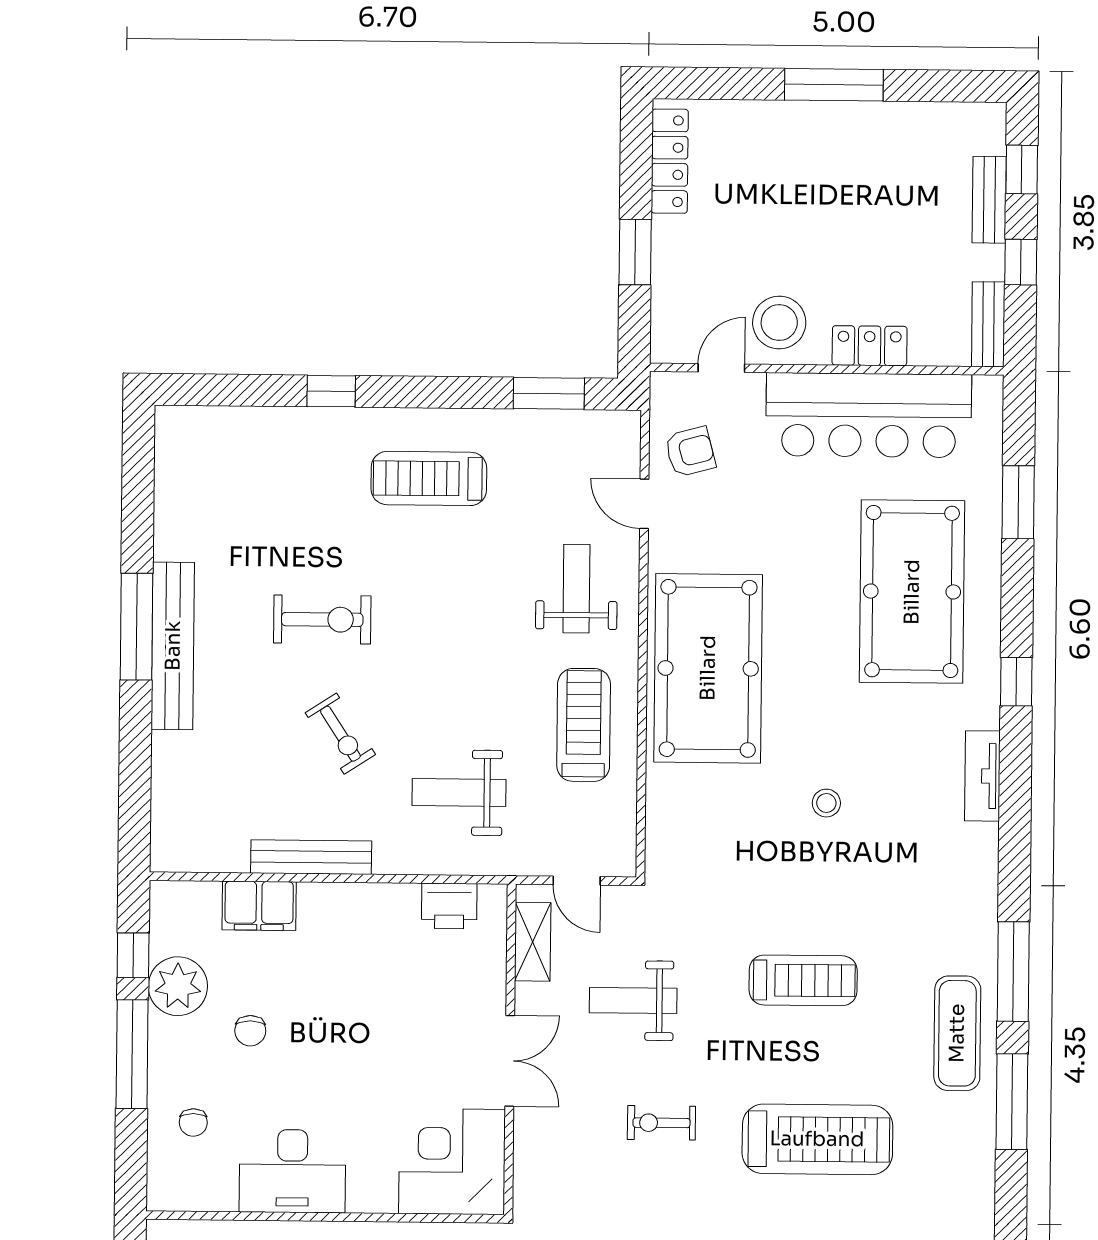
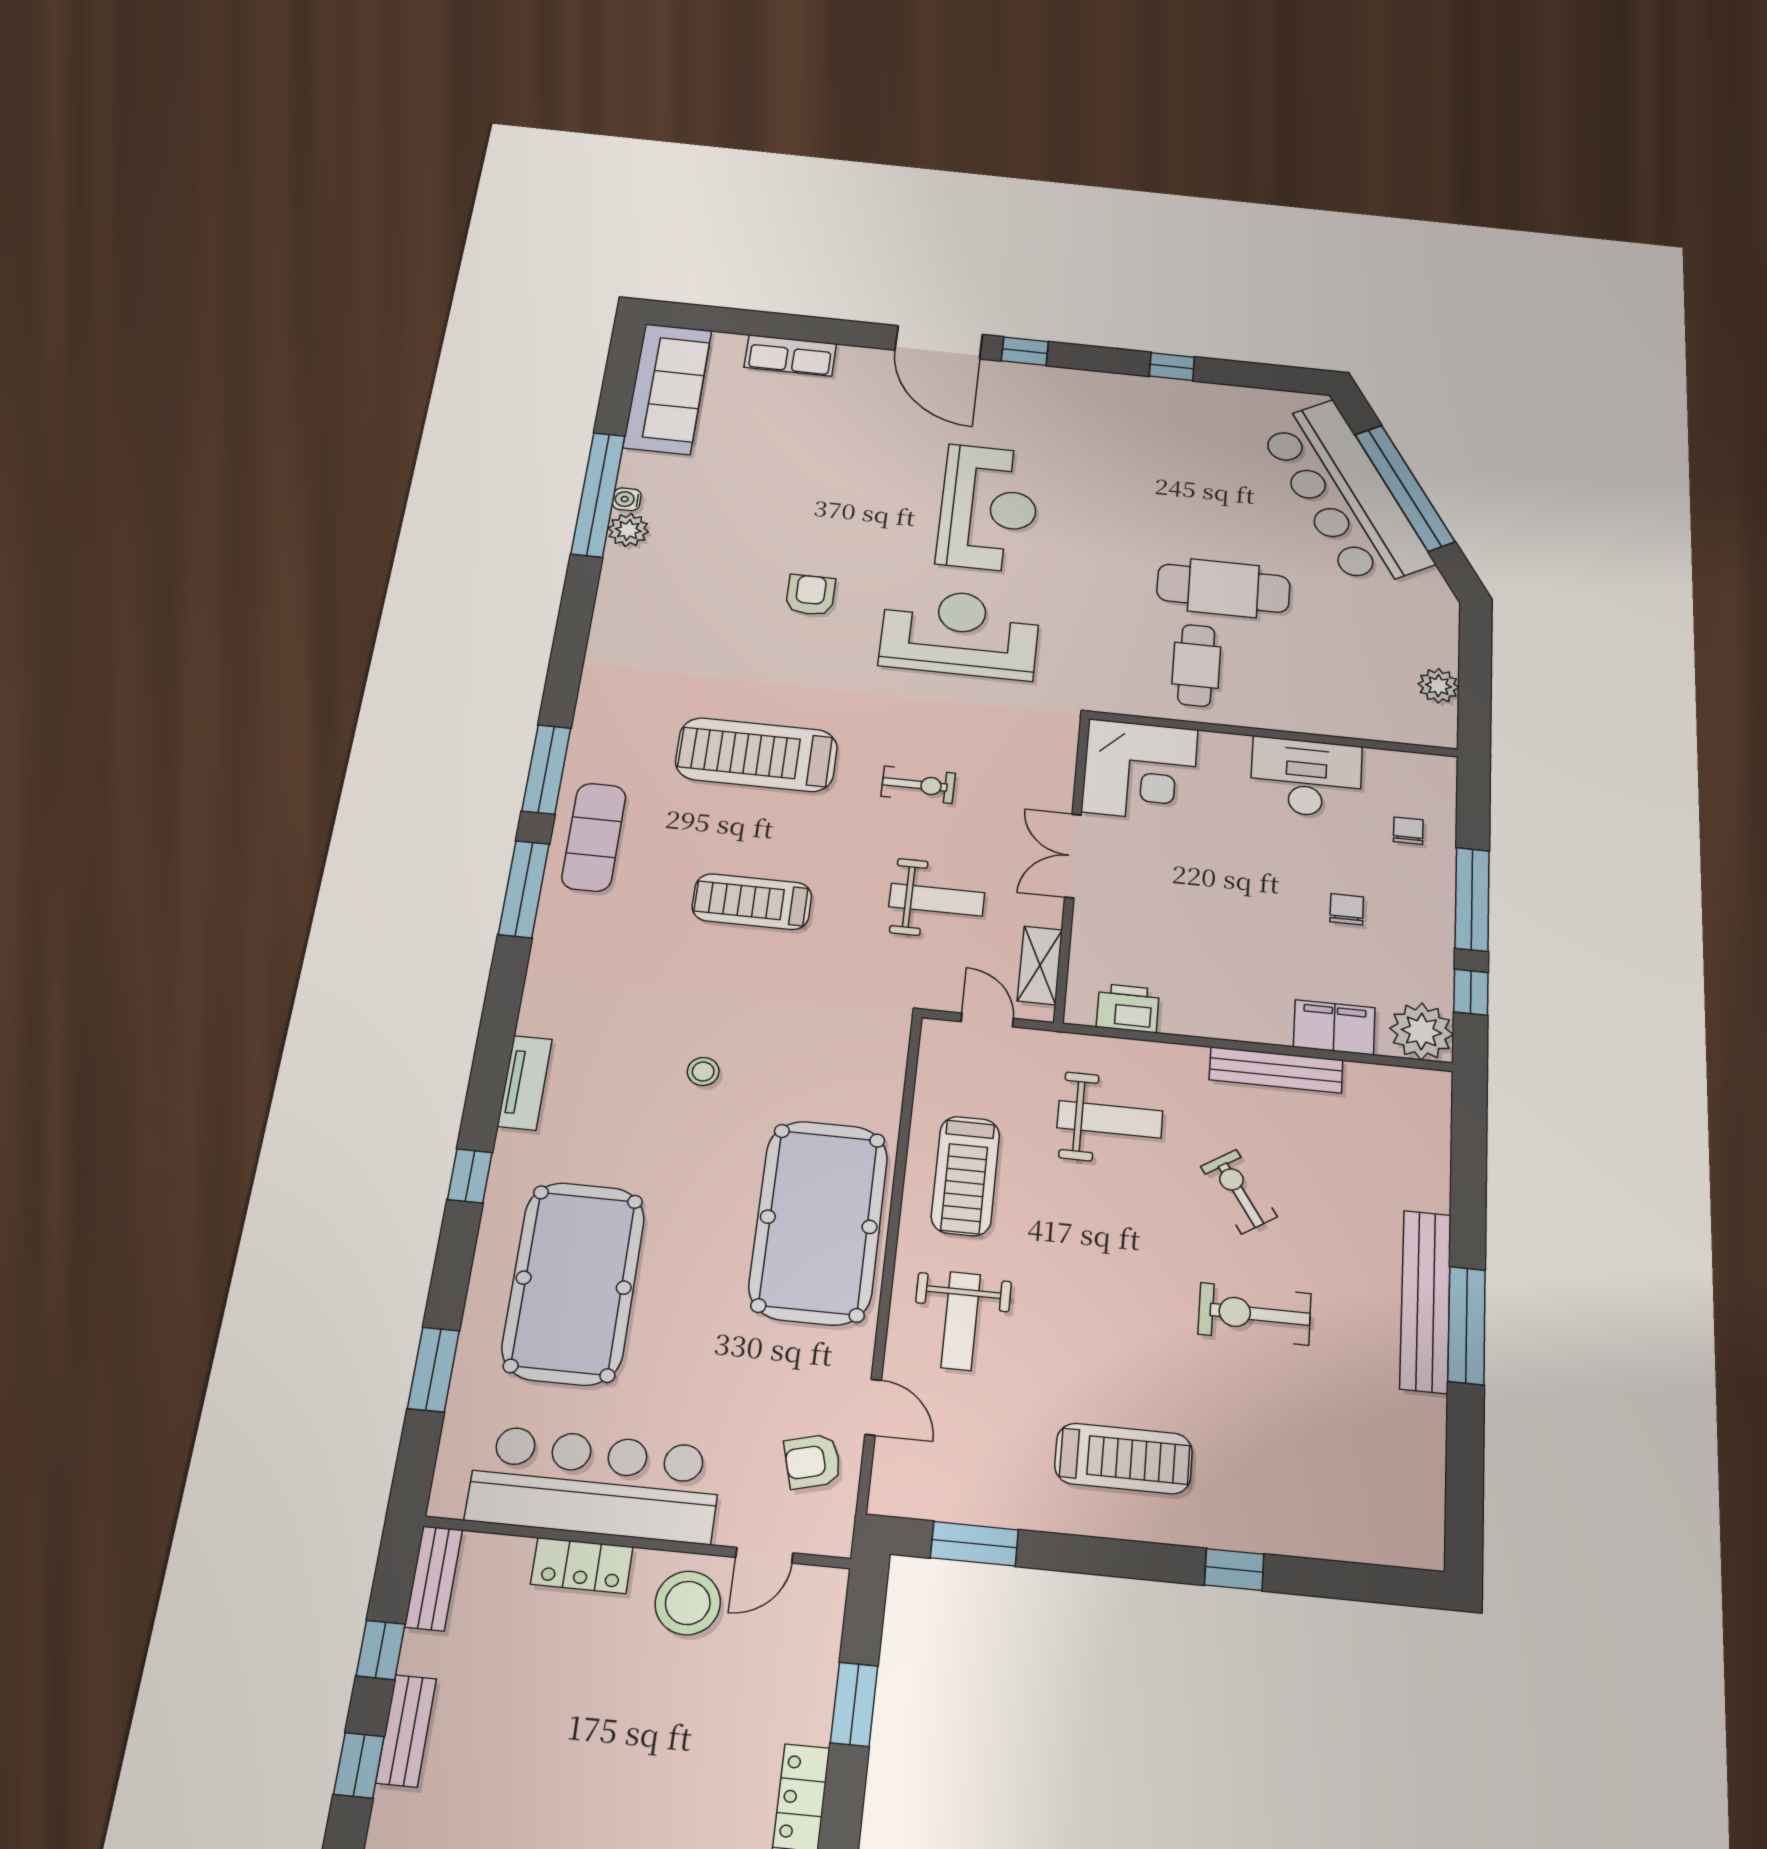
plant: (178, 986) -> (1422, 1031), moved

